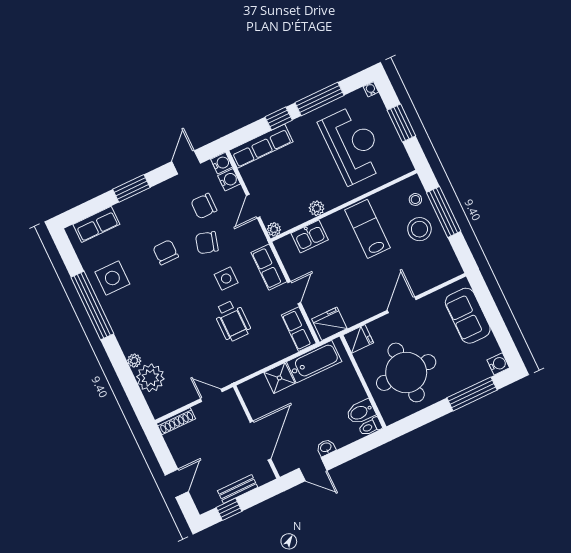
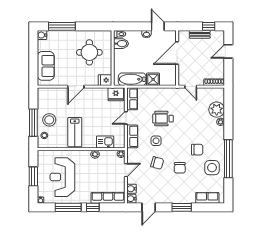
chair: (204, 206) -> (197, 150), moved
wheelchair: (232, 321) -> (163, 119), turned -90
round table: (406, 372) -> (89, 52), width x0.73, depth x0.73

